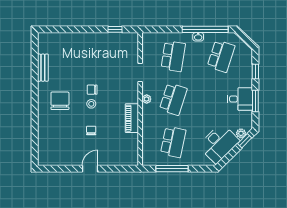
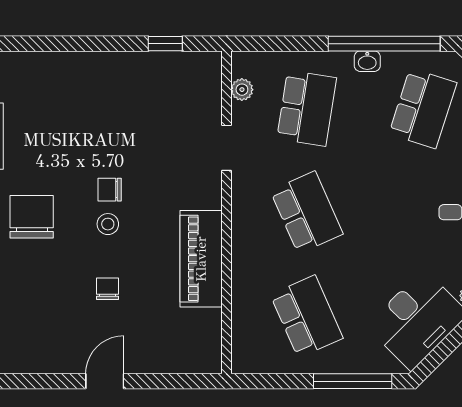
plant: (147, 99) -> (242, 90), moved
school desk: (173, 99) -> (307, 212), turned -42
piano: (132, 118) -> (201, 259), width x1.37, depth x1.33
school desk: (173, 142) -> (307, 316), turned -36
window: (172, 169) -> (353, 381), moved

